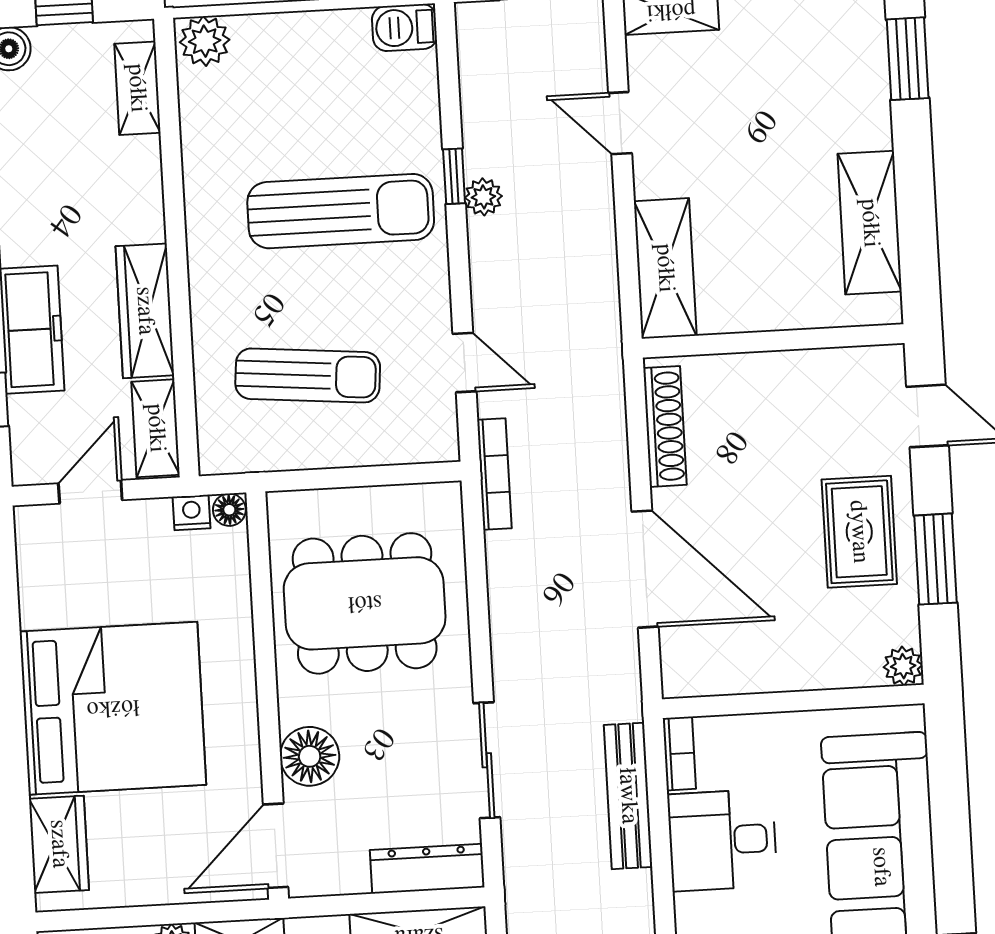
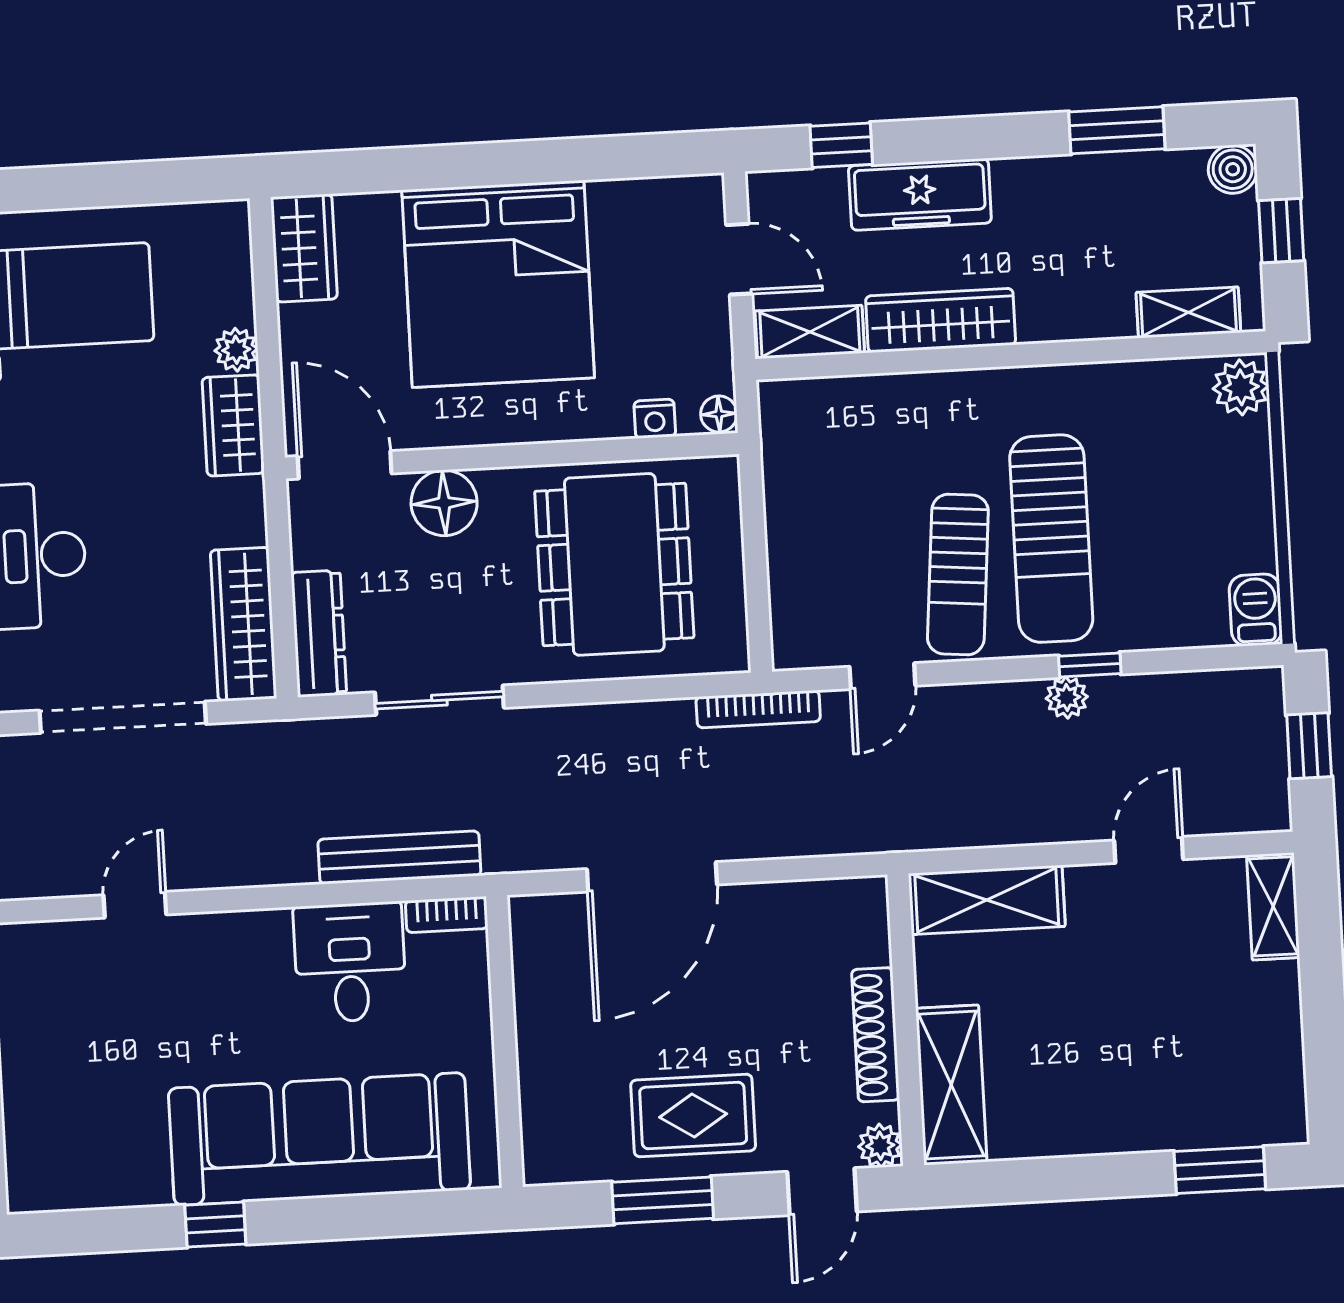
shelving: (870, 223) -> (951, 1085), moved, turned 90
sun lounger: (308, 375) -> (958, 575), moved
shoe rack: (665, 426) -> (876, 1035), moved, turned 90
nightstand: (191, 512) -> (655, 419), moved, turned 90
plant: (903, 666) -> (880, 1146), moved
wardrobe: (59, 844) -> (304, 248), moved, turned -90

